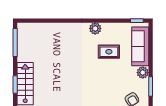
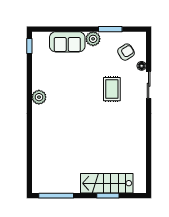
sofa: (140, 46) -> (67, 42), width x0.73
rug: (109, 52) -> (112, 89), moved

